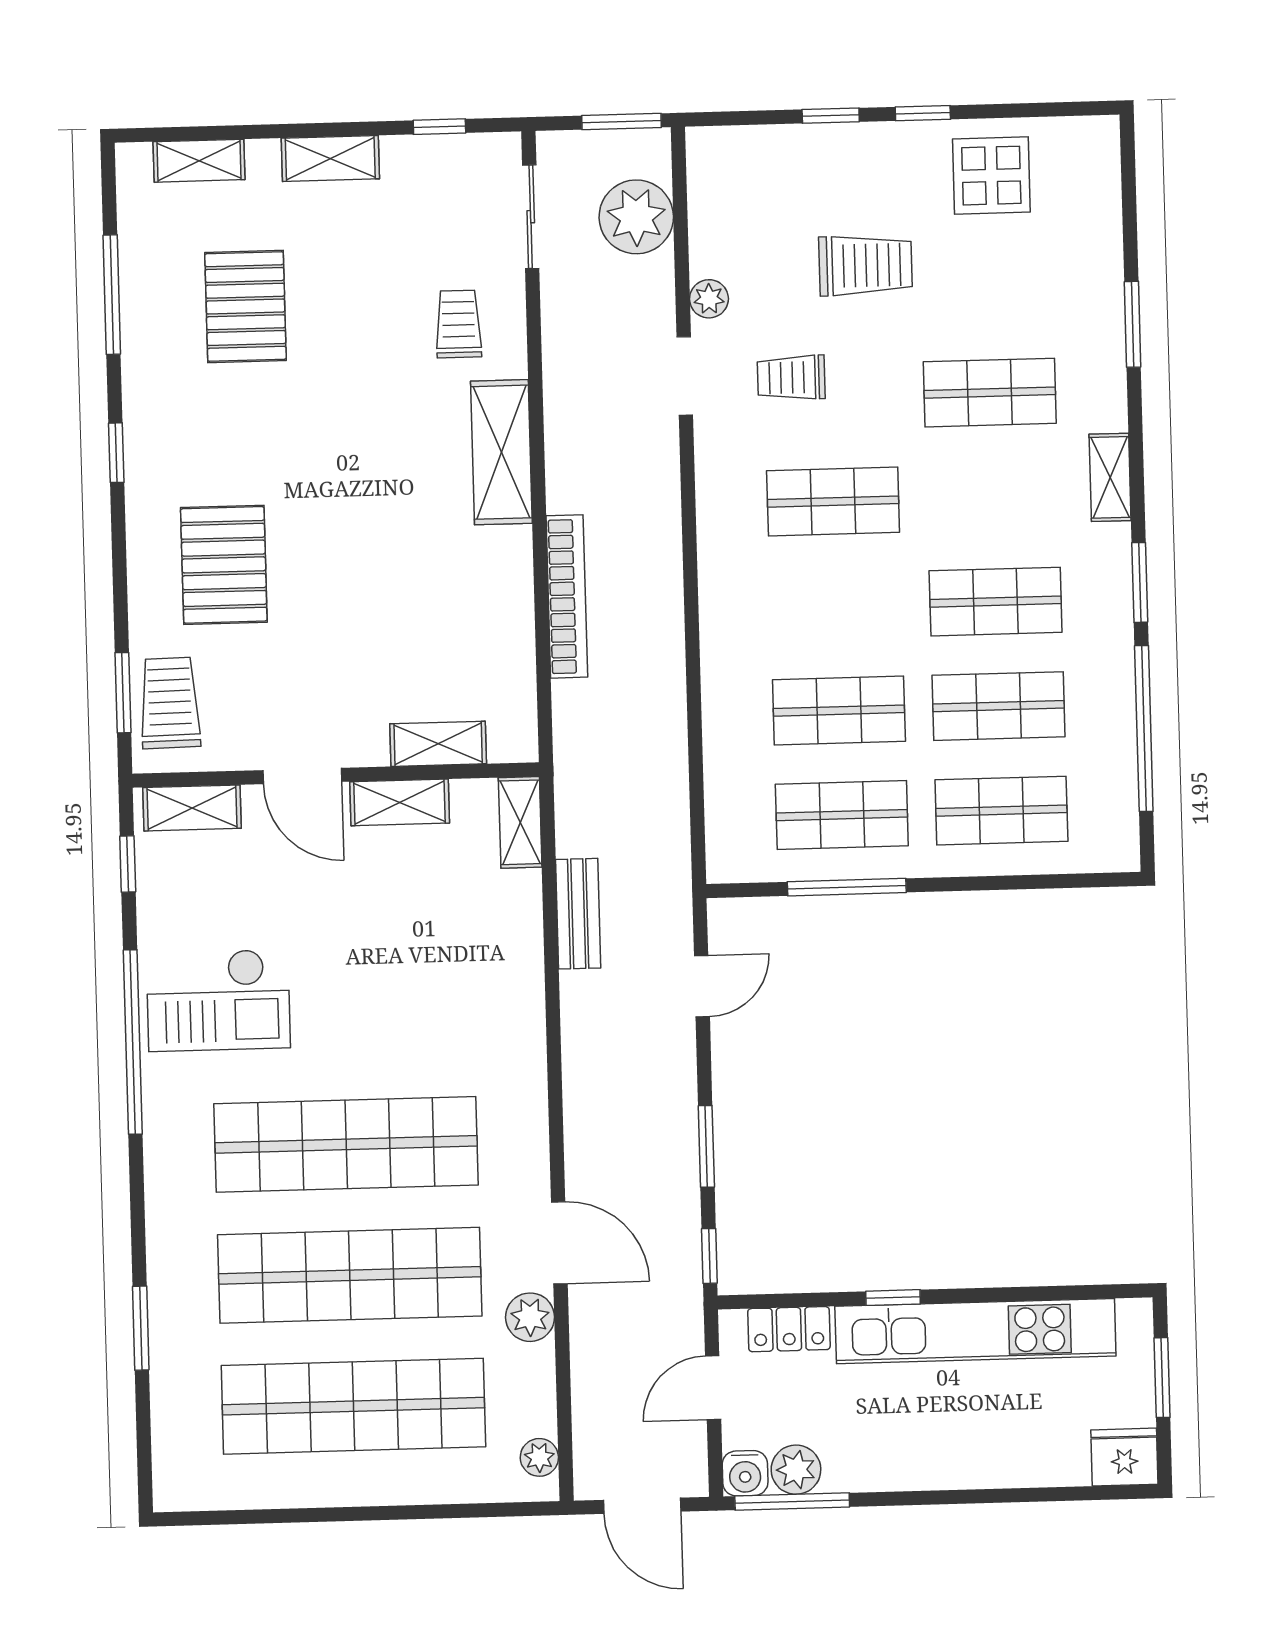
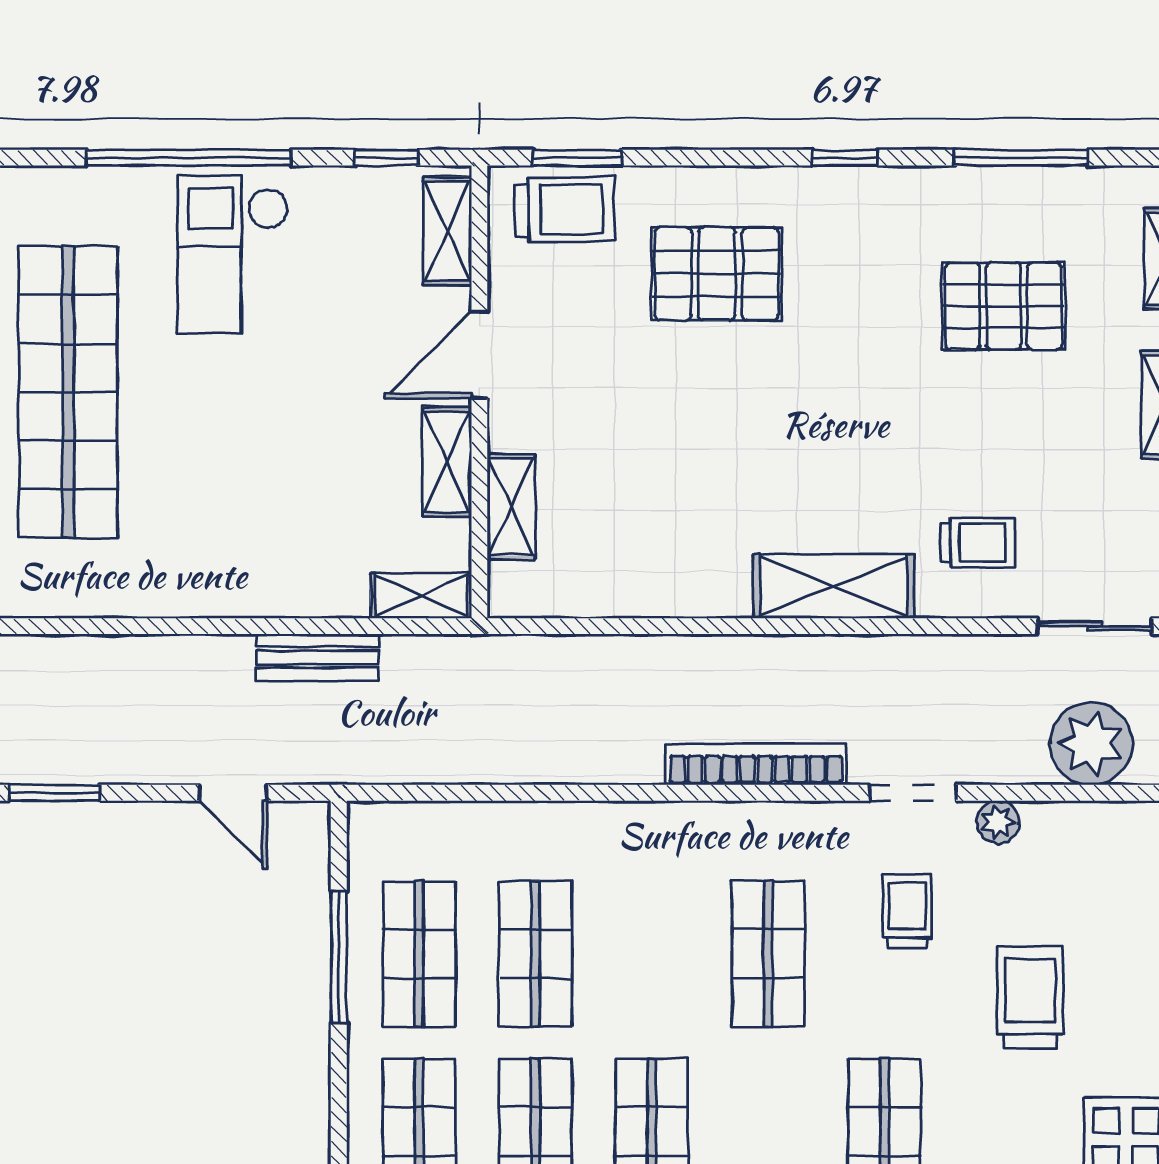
trolley: (866, 265) -> (1030, 997), turned 180
bookcase: (567, 596) -> (756, 764), moved, turned 180

